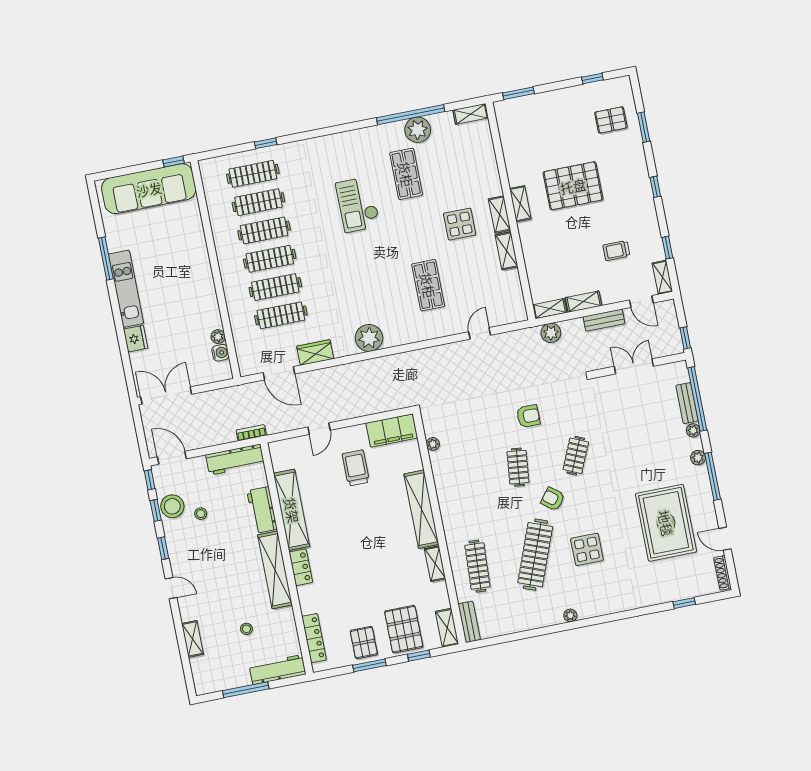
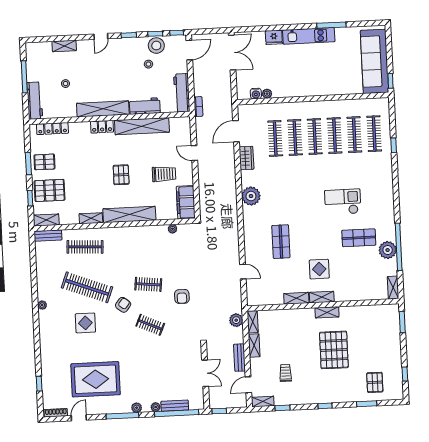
shop shelf: (428, 285) -> (281, 242), turned 90
pallet: (366, 529) -> (121, 175), added

